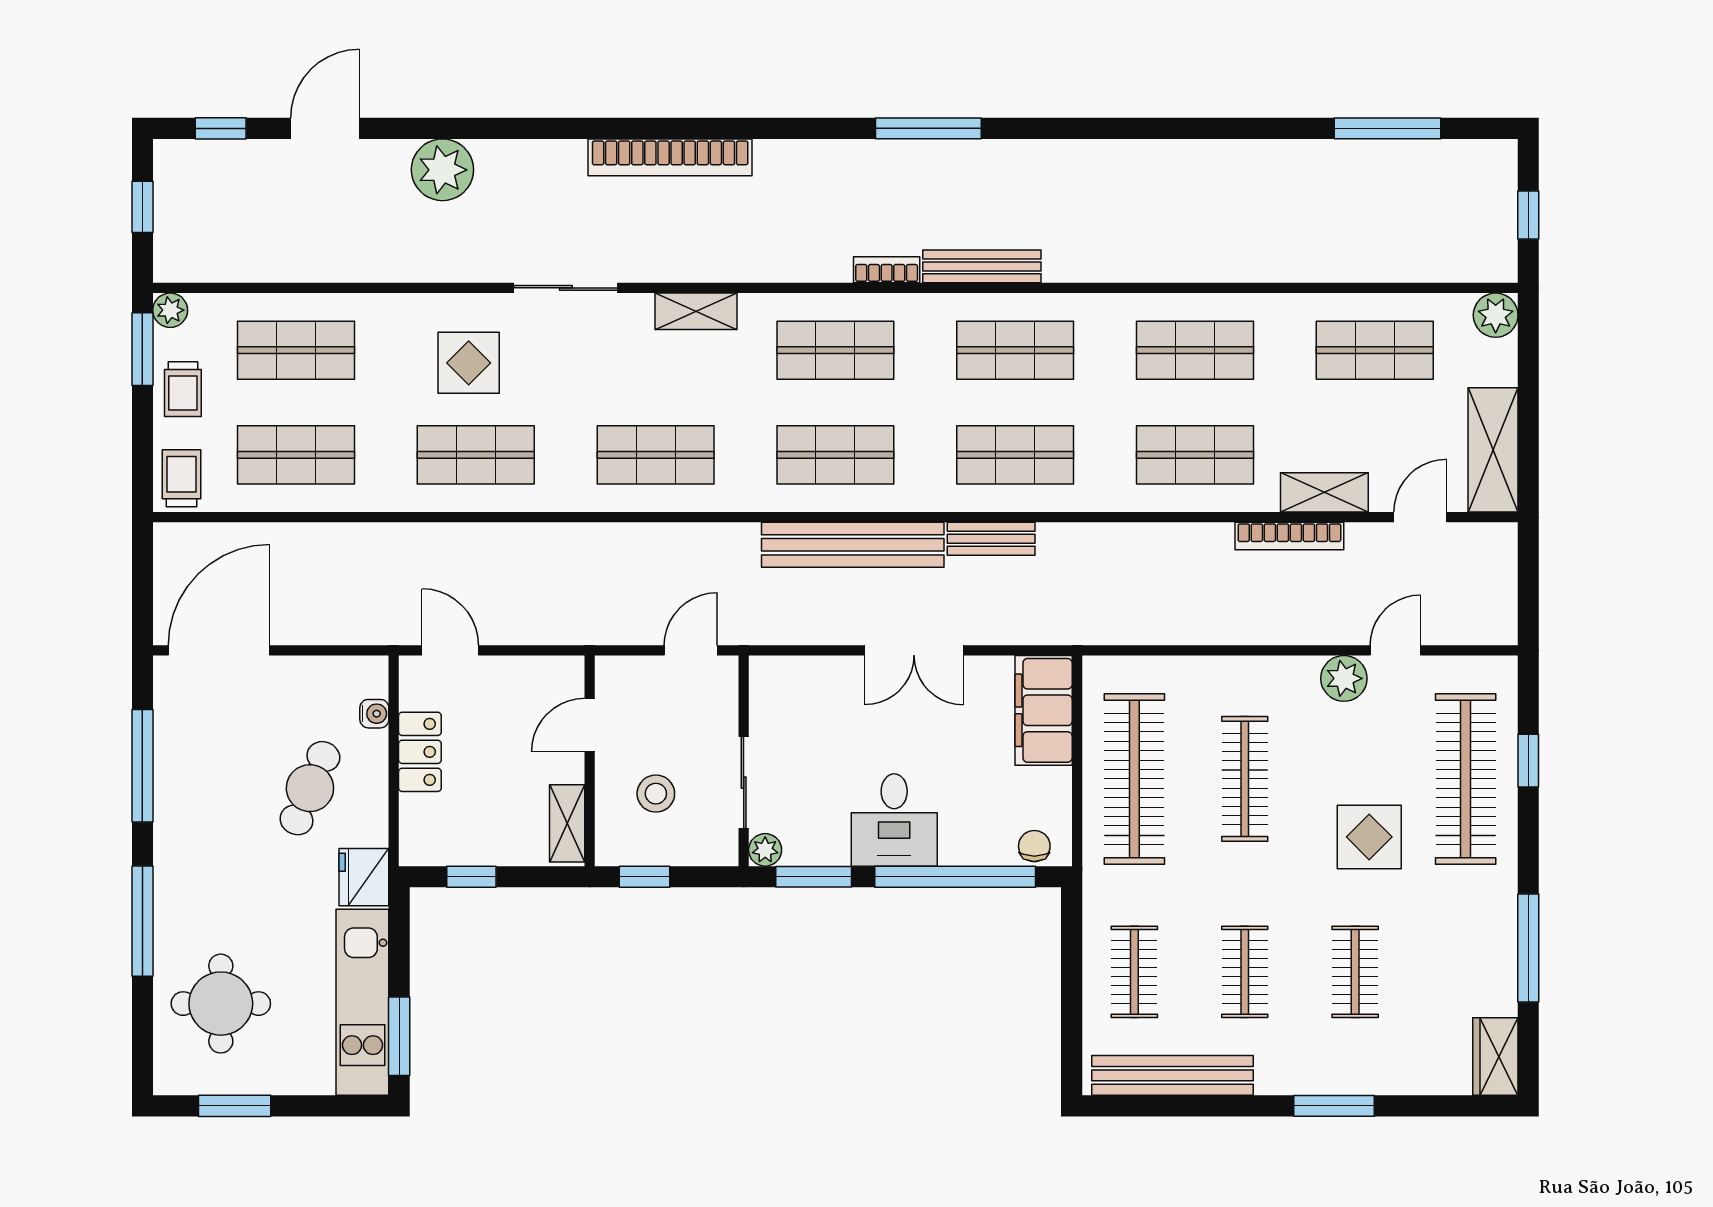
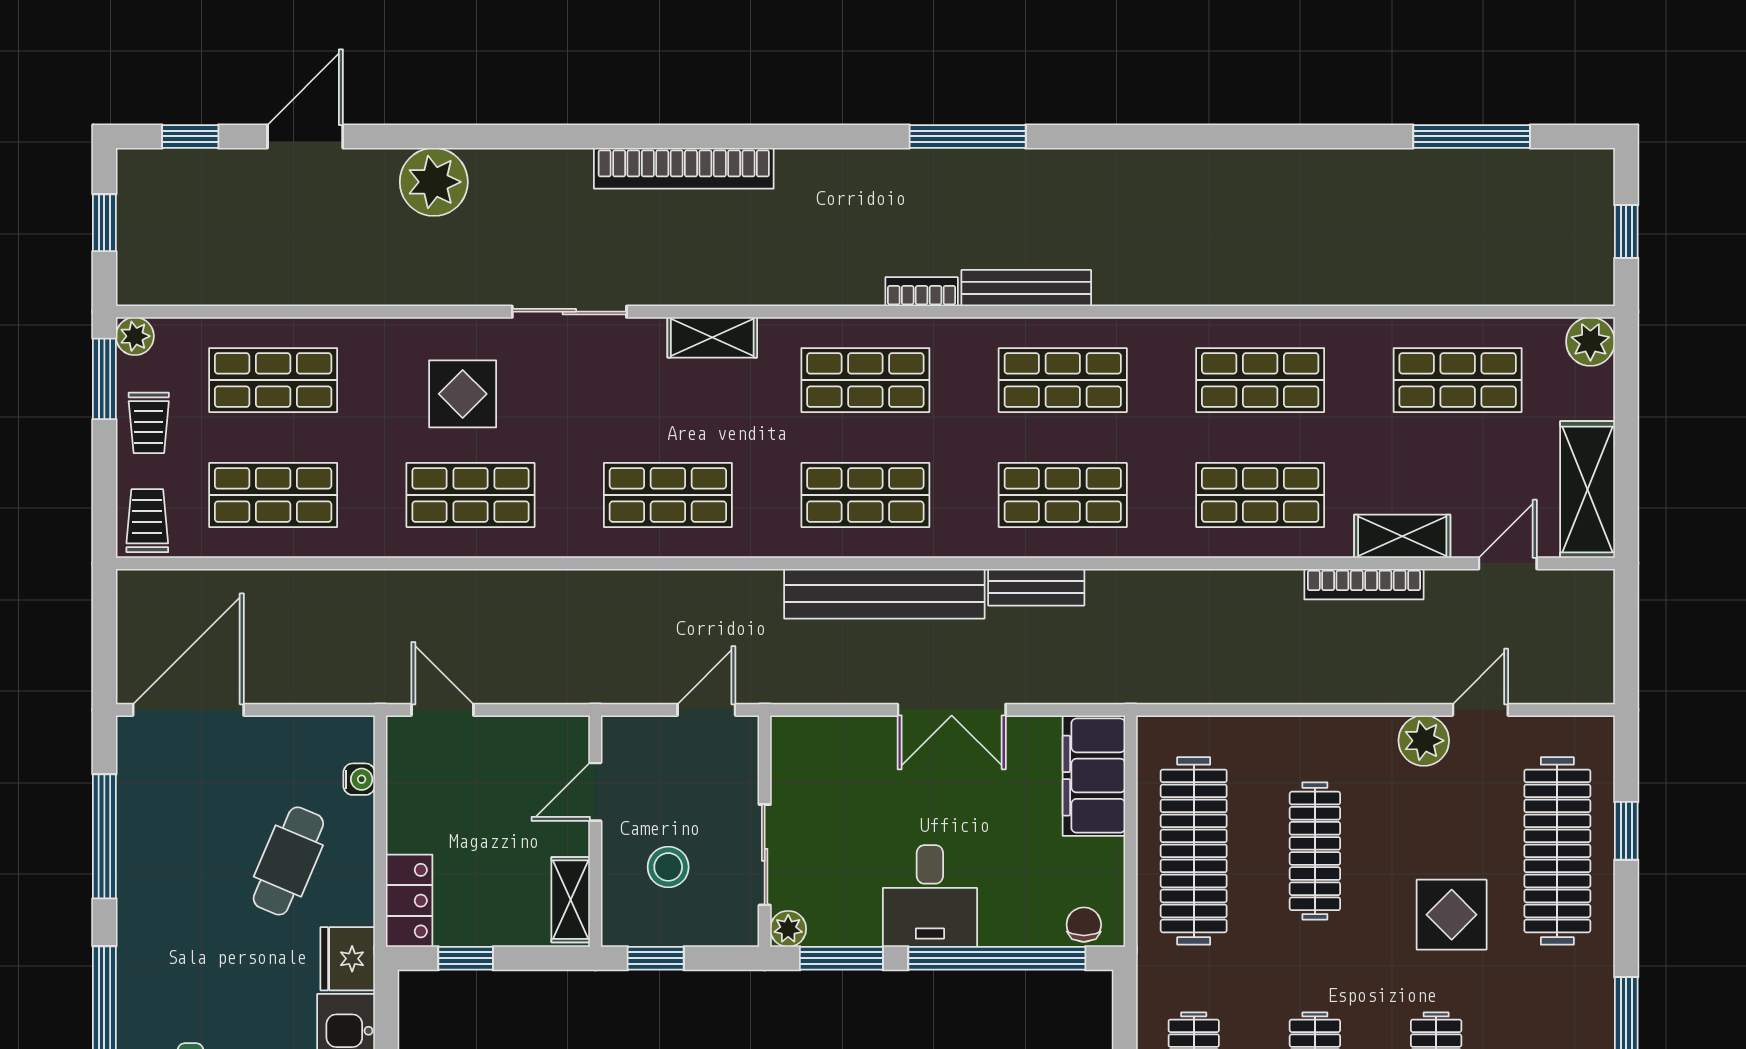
locker: (420, 752) -> (409, 901), moved

